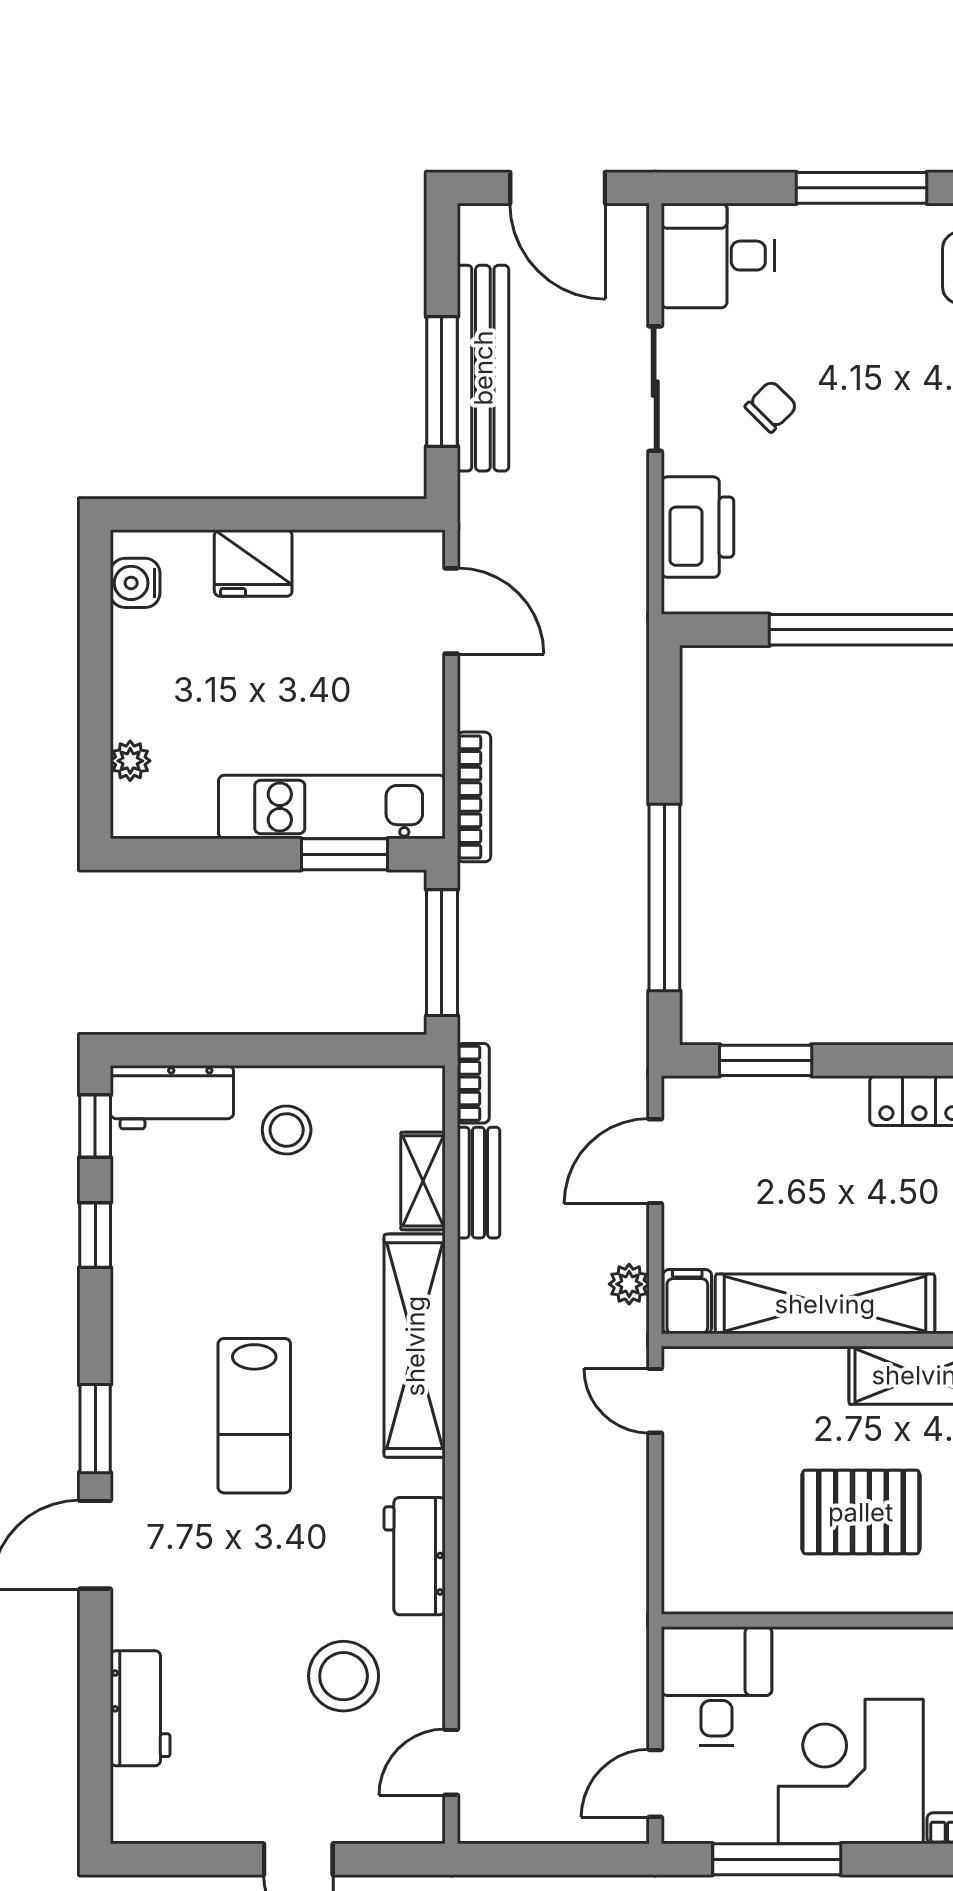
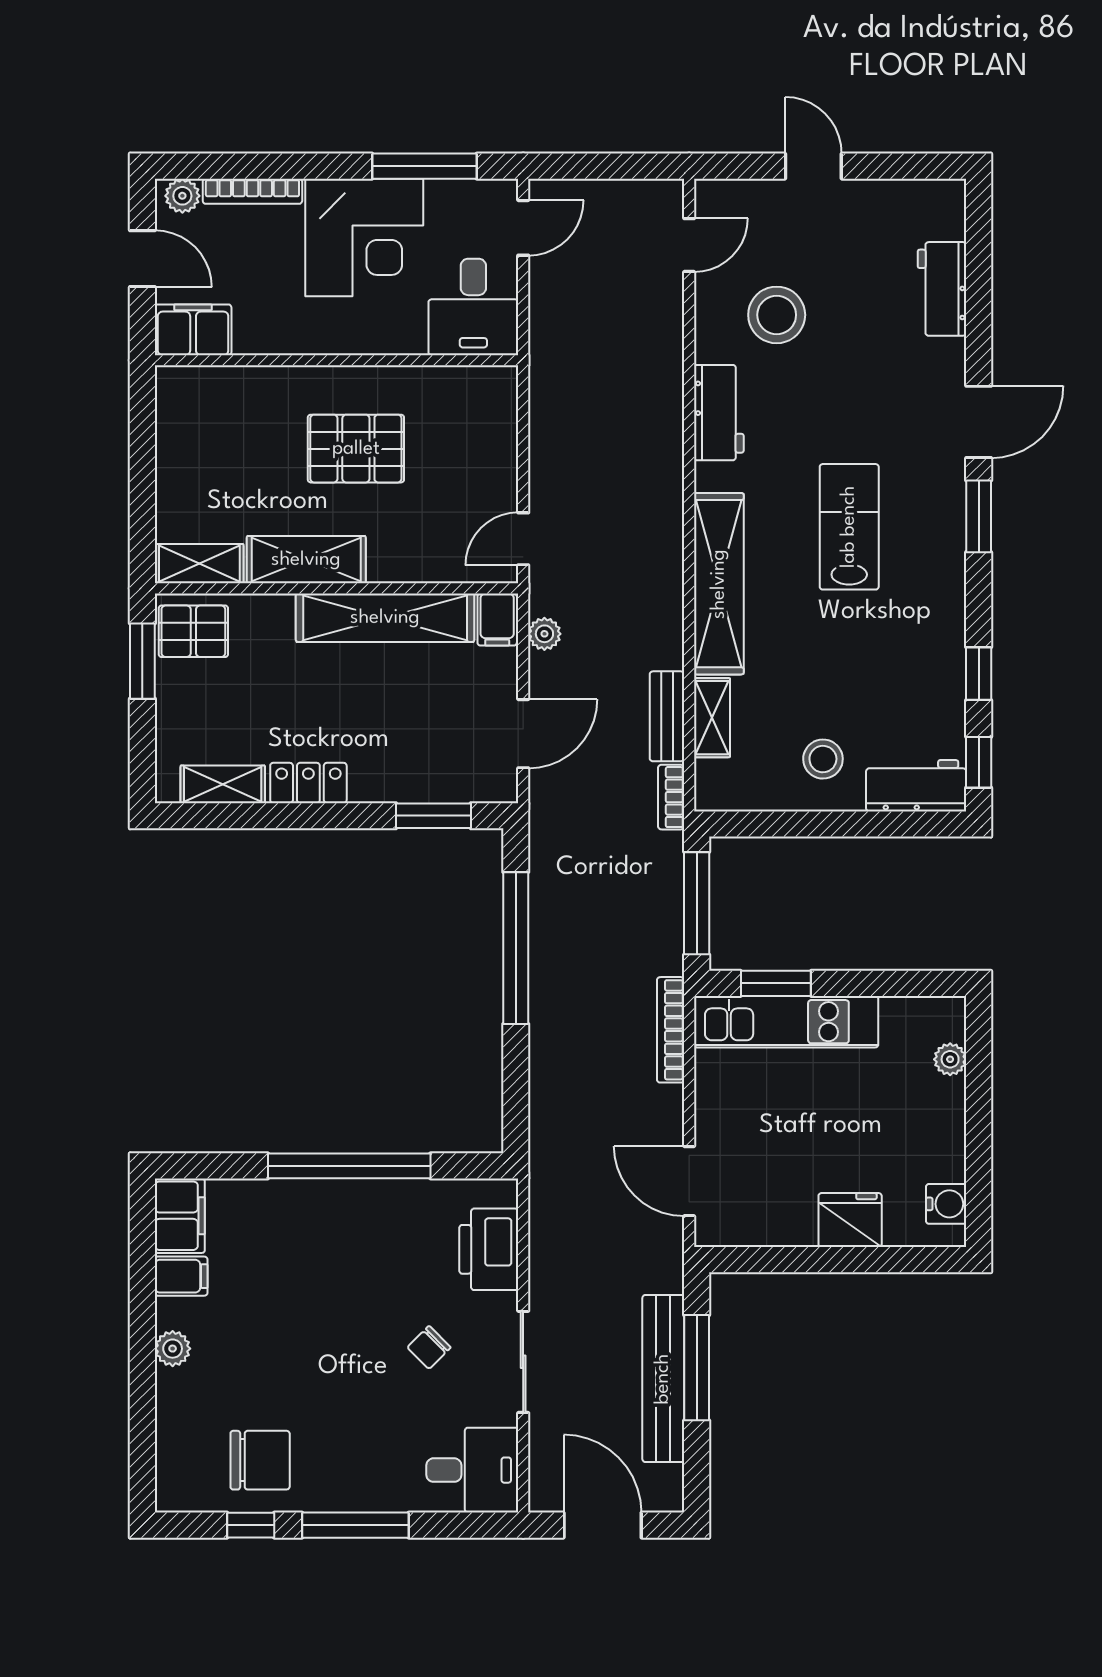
door: (655, 1401) -> (523, 539), swing flipped

